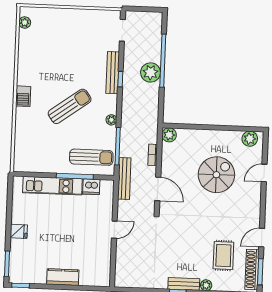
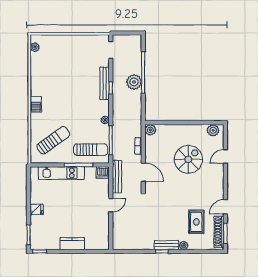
sun lounger: (70, 106) -> (53, 140), moved
bench: (124, 178) -> (117, 177), moved
dishwasher: (91, 187) -> (103, 173), moved

